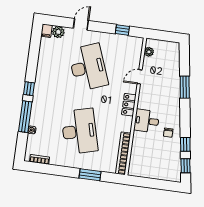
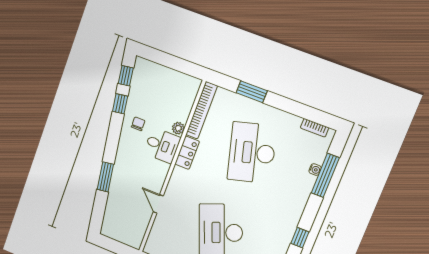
plant: (149, 52) -> (178, 128), moved
door: (140, 77) -> (158, 204), swing flipped
window: (29, 89) -> (300, 238), moved
locker: (129, 105) -> (187, 153), moved
window: (25, 117) -> (325, 175), moved

